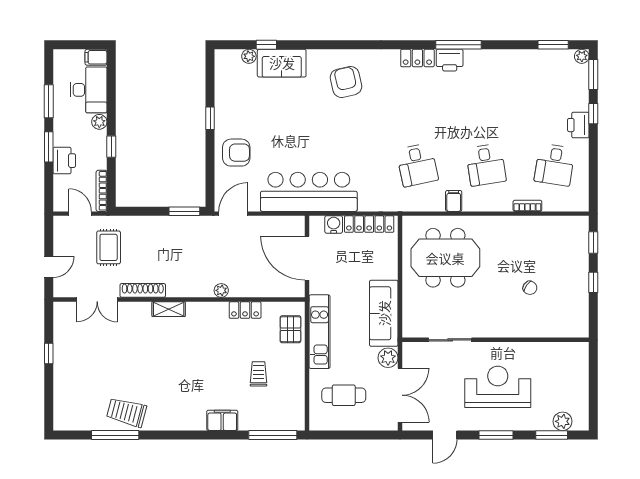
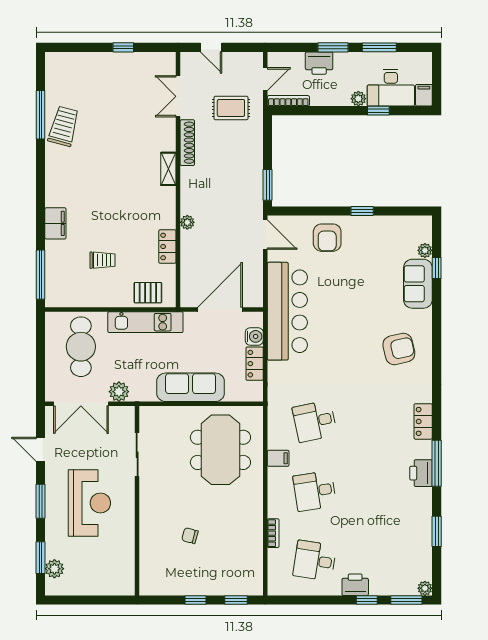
window: (553, 45) -> (437, 531), moved
printer: (450, 60) -> (421, 473), moved
window: (111, 147) -> (378, 111), moved
locker: (369, 224) -> (255, 364), width x0.66
chair: (530, 288) -> (190, 536), turned 69
sofa: (384, 313) -> (191, 387), moved
cafe table: (344, 395) -> (81, 347), width x1.37, depth x1.35

